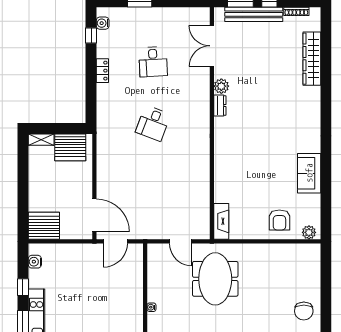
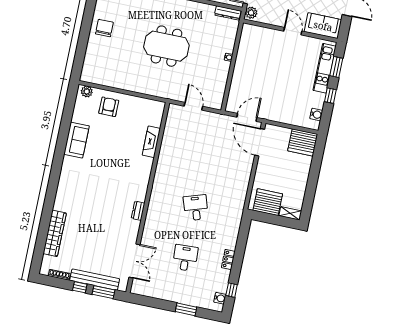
plant: (221, 86) -> (134, 226), removed
desk: (153, 123) -> (196, 208), turned -39
fireplace: (221, 221) -> (151, 142), moved
meeting table: (215, 279) -> (166, 46), moved, turned 90

